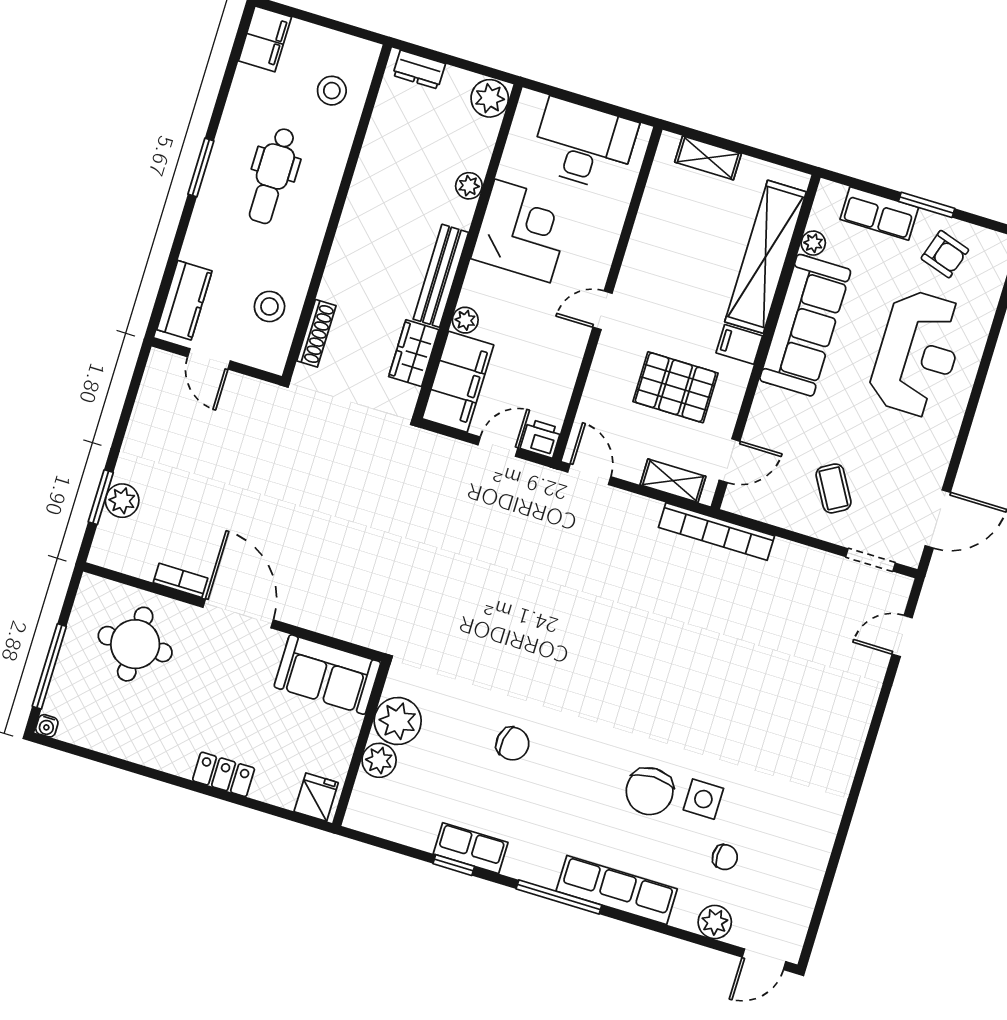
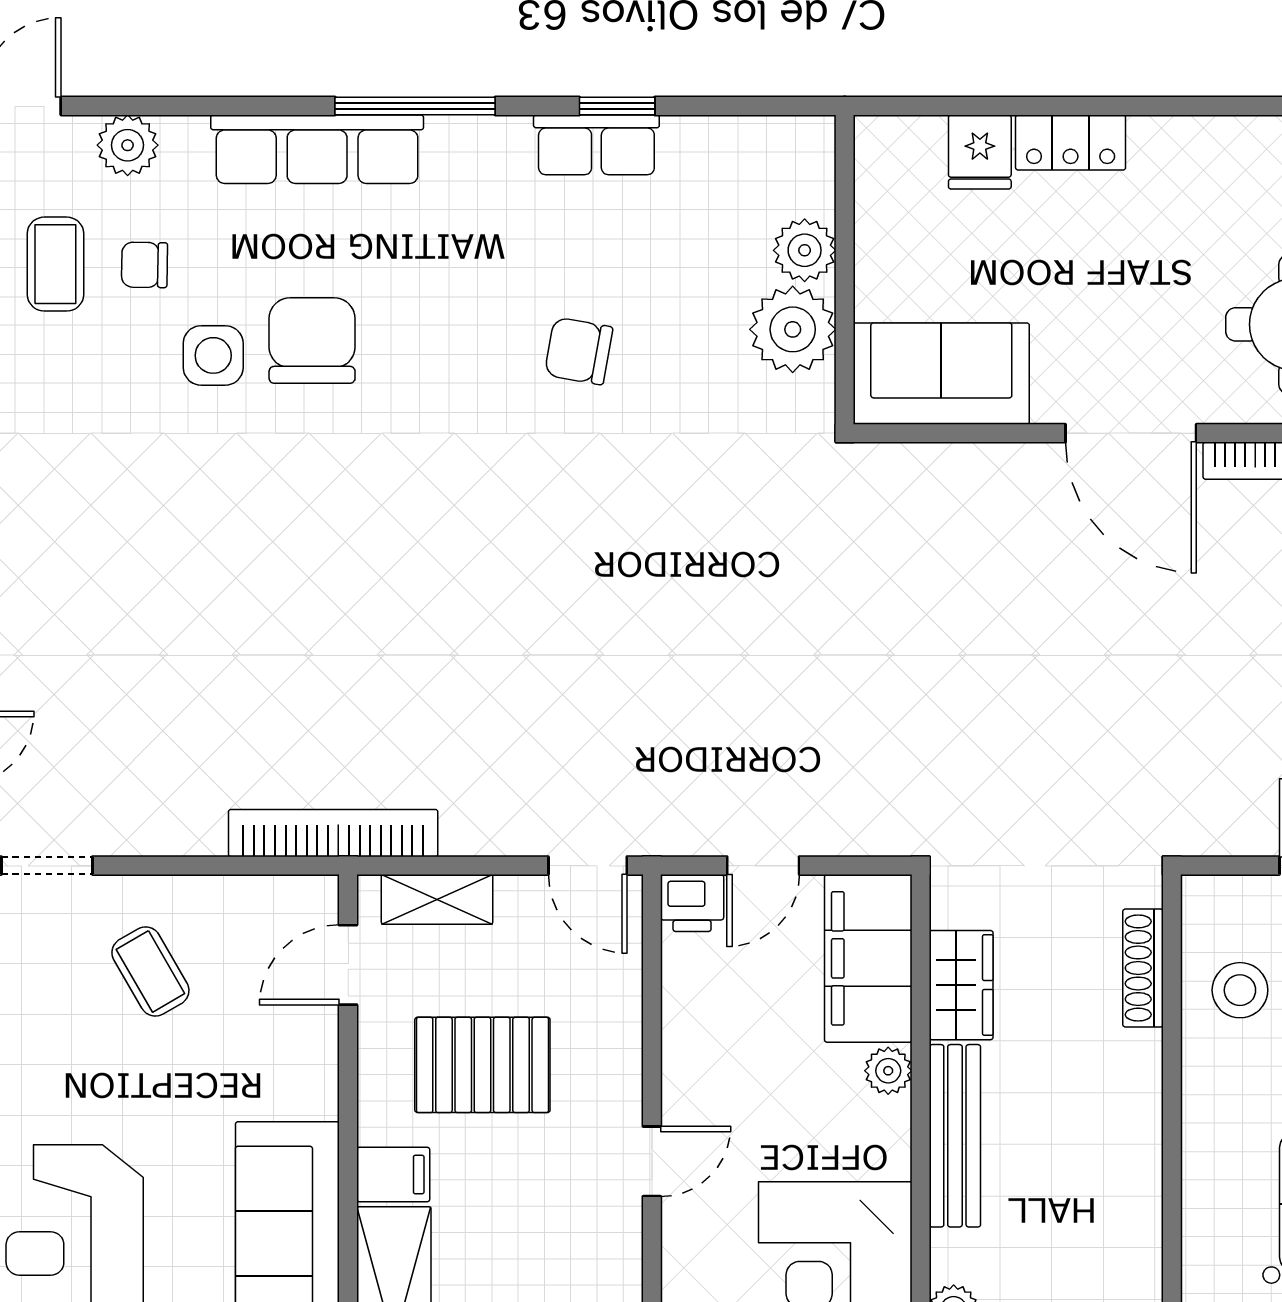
fridge: (316, 797) -> (980, 152), moved
coffee table: (771, 872) -> (55, 264), added

